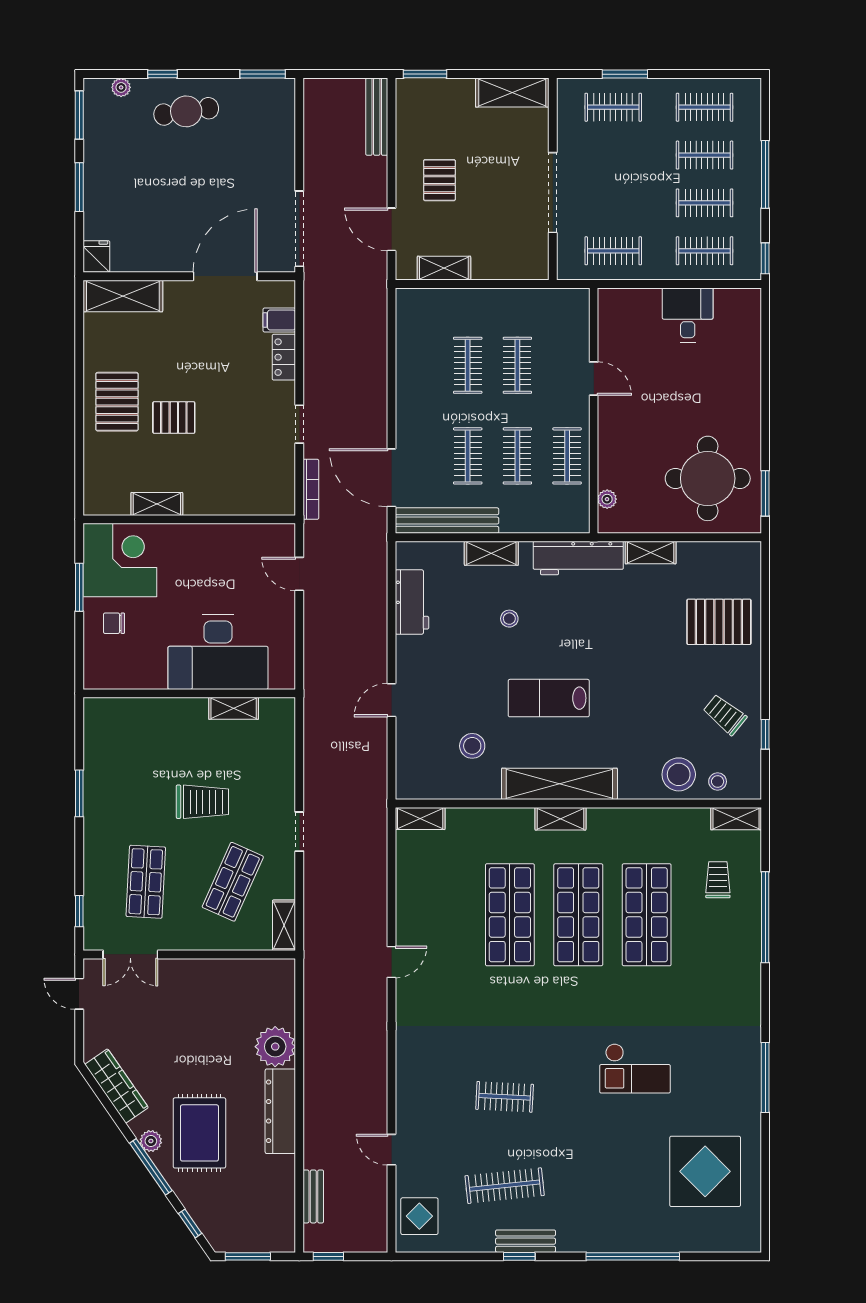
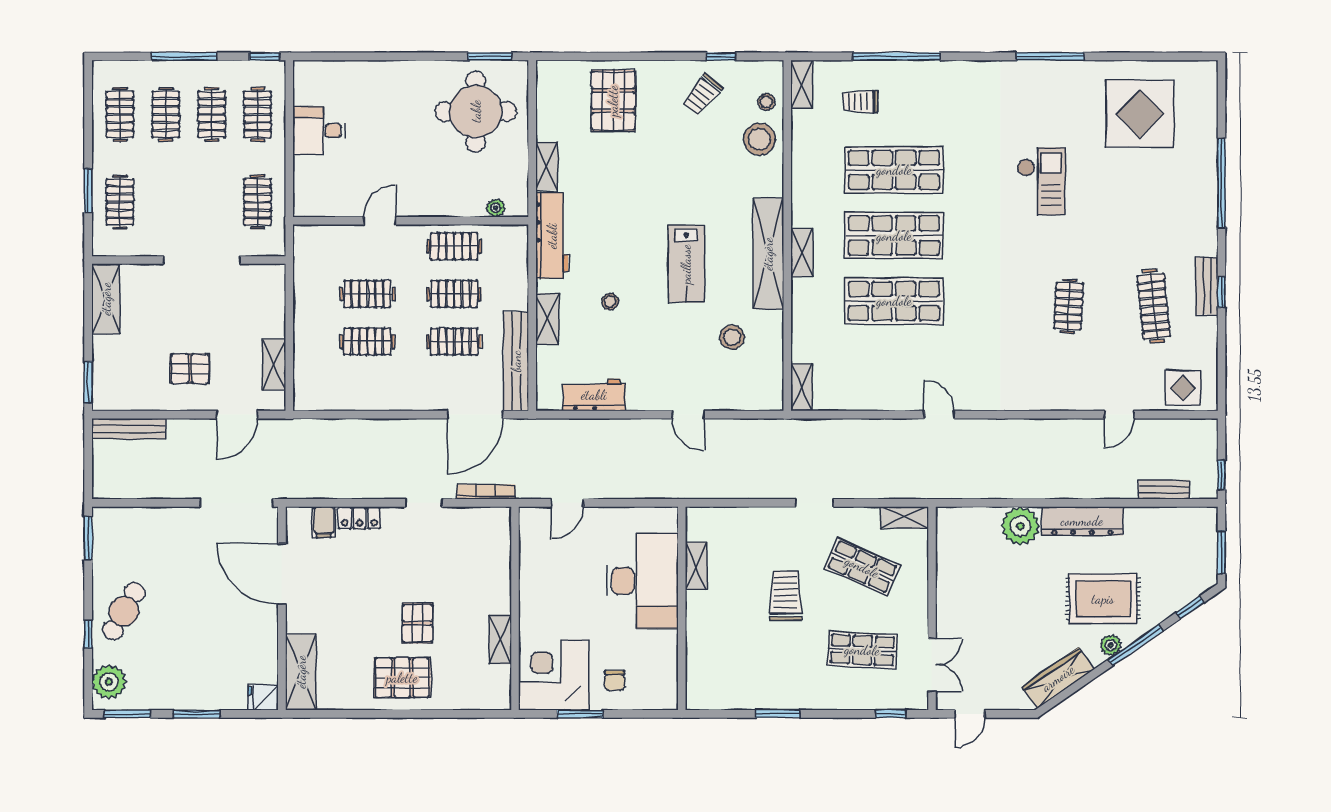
plant: (121, 87) -> (109, 682), width x1.88, depth x1.88
cafe table: (186, 111) -> (124, 611), turned 38

